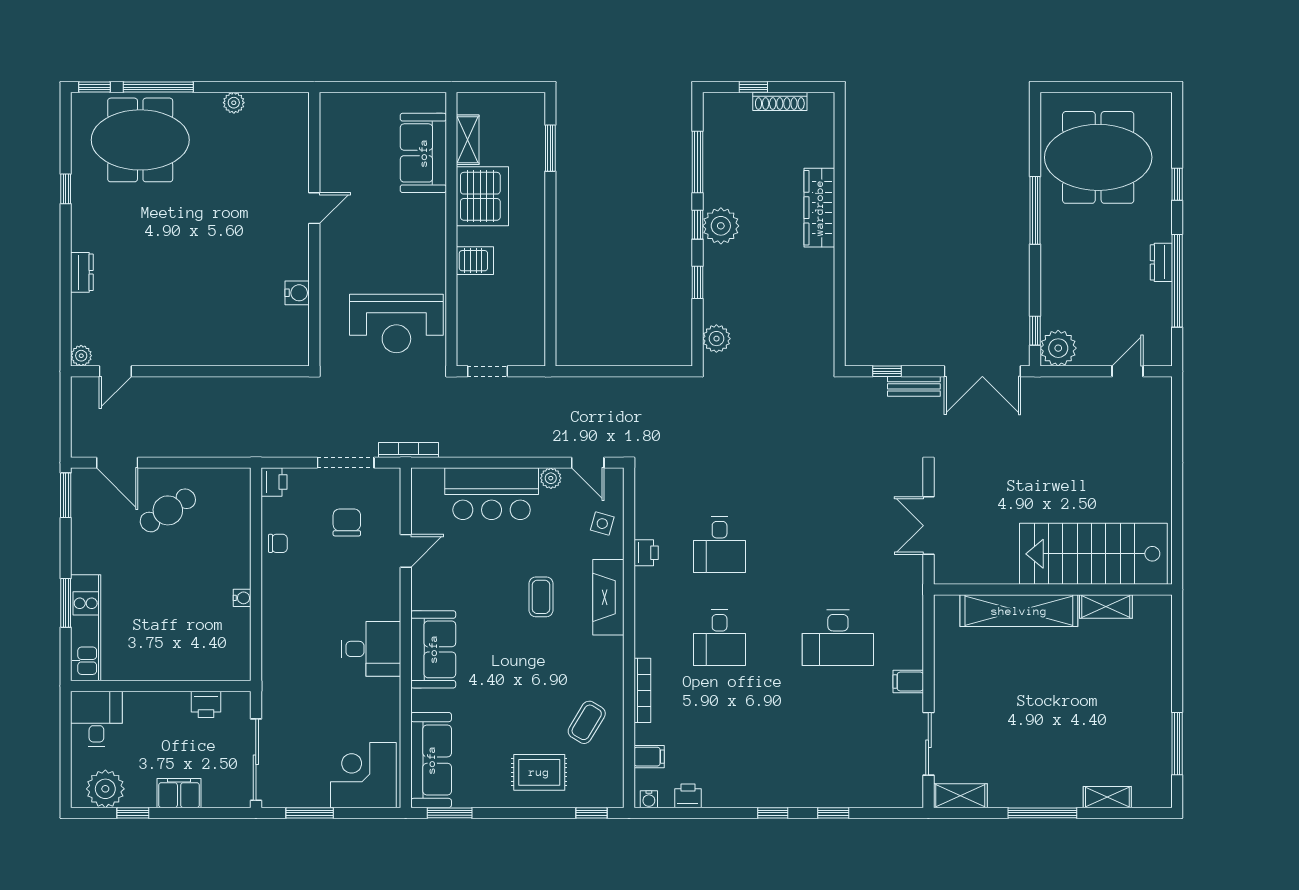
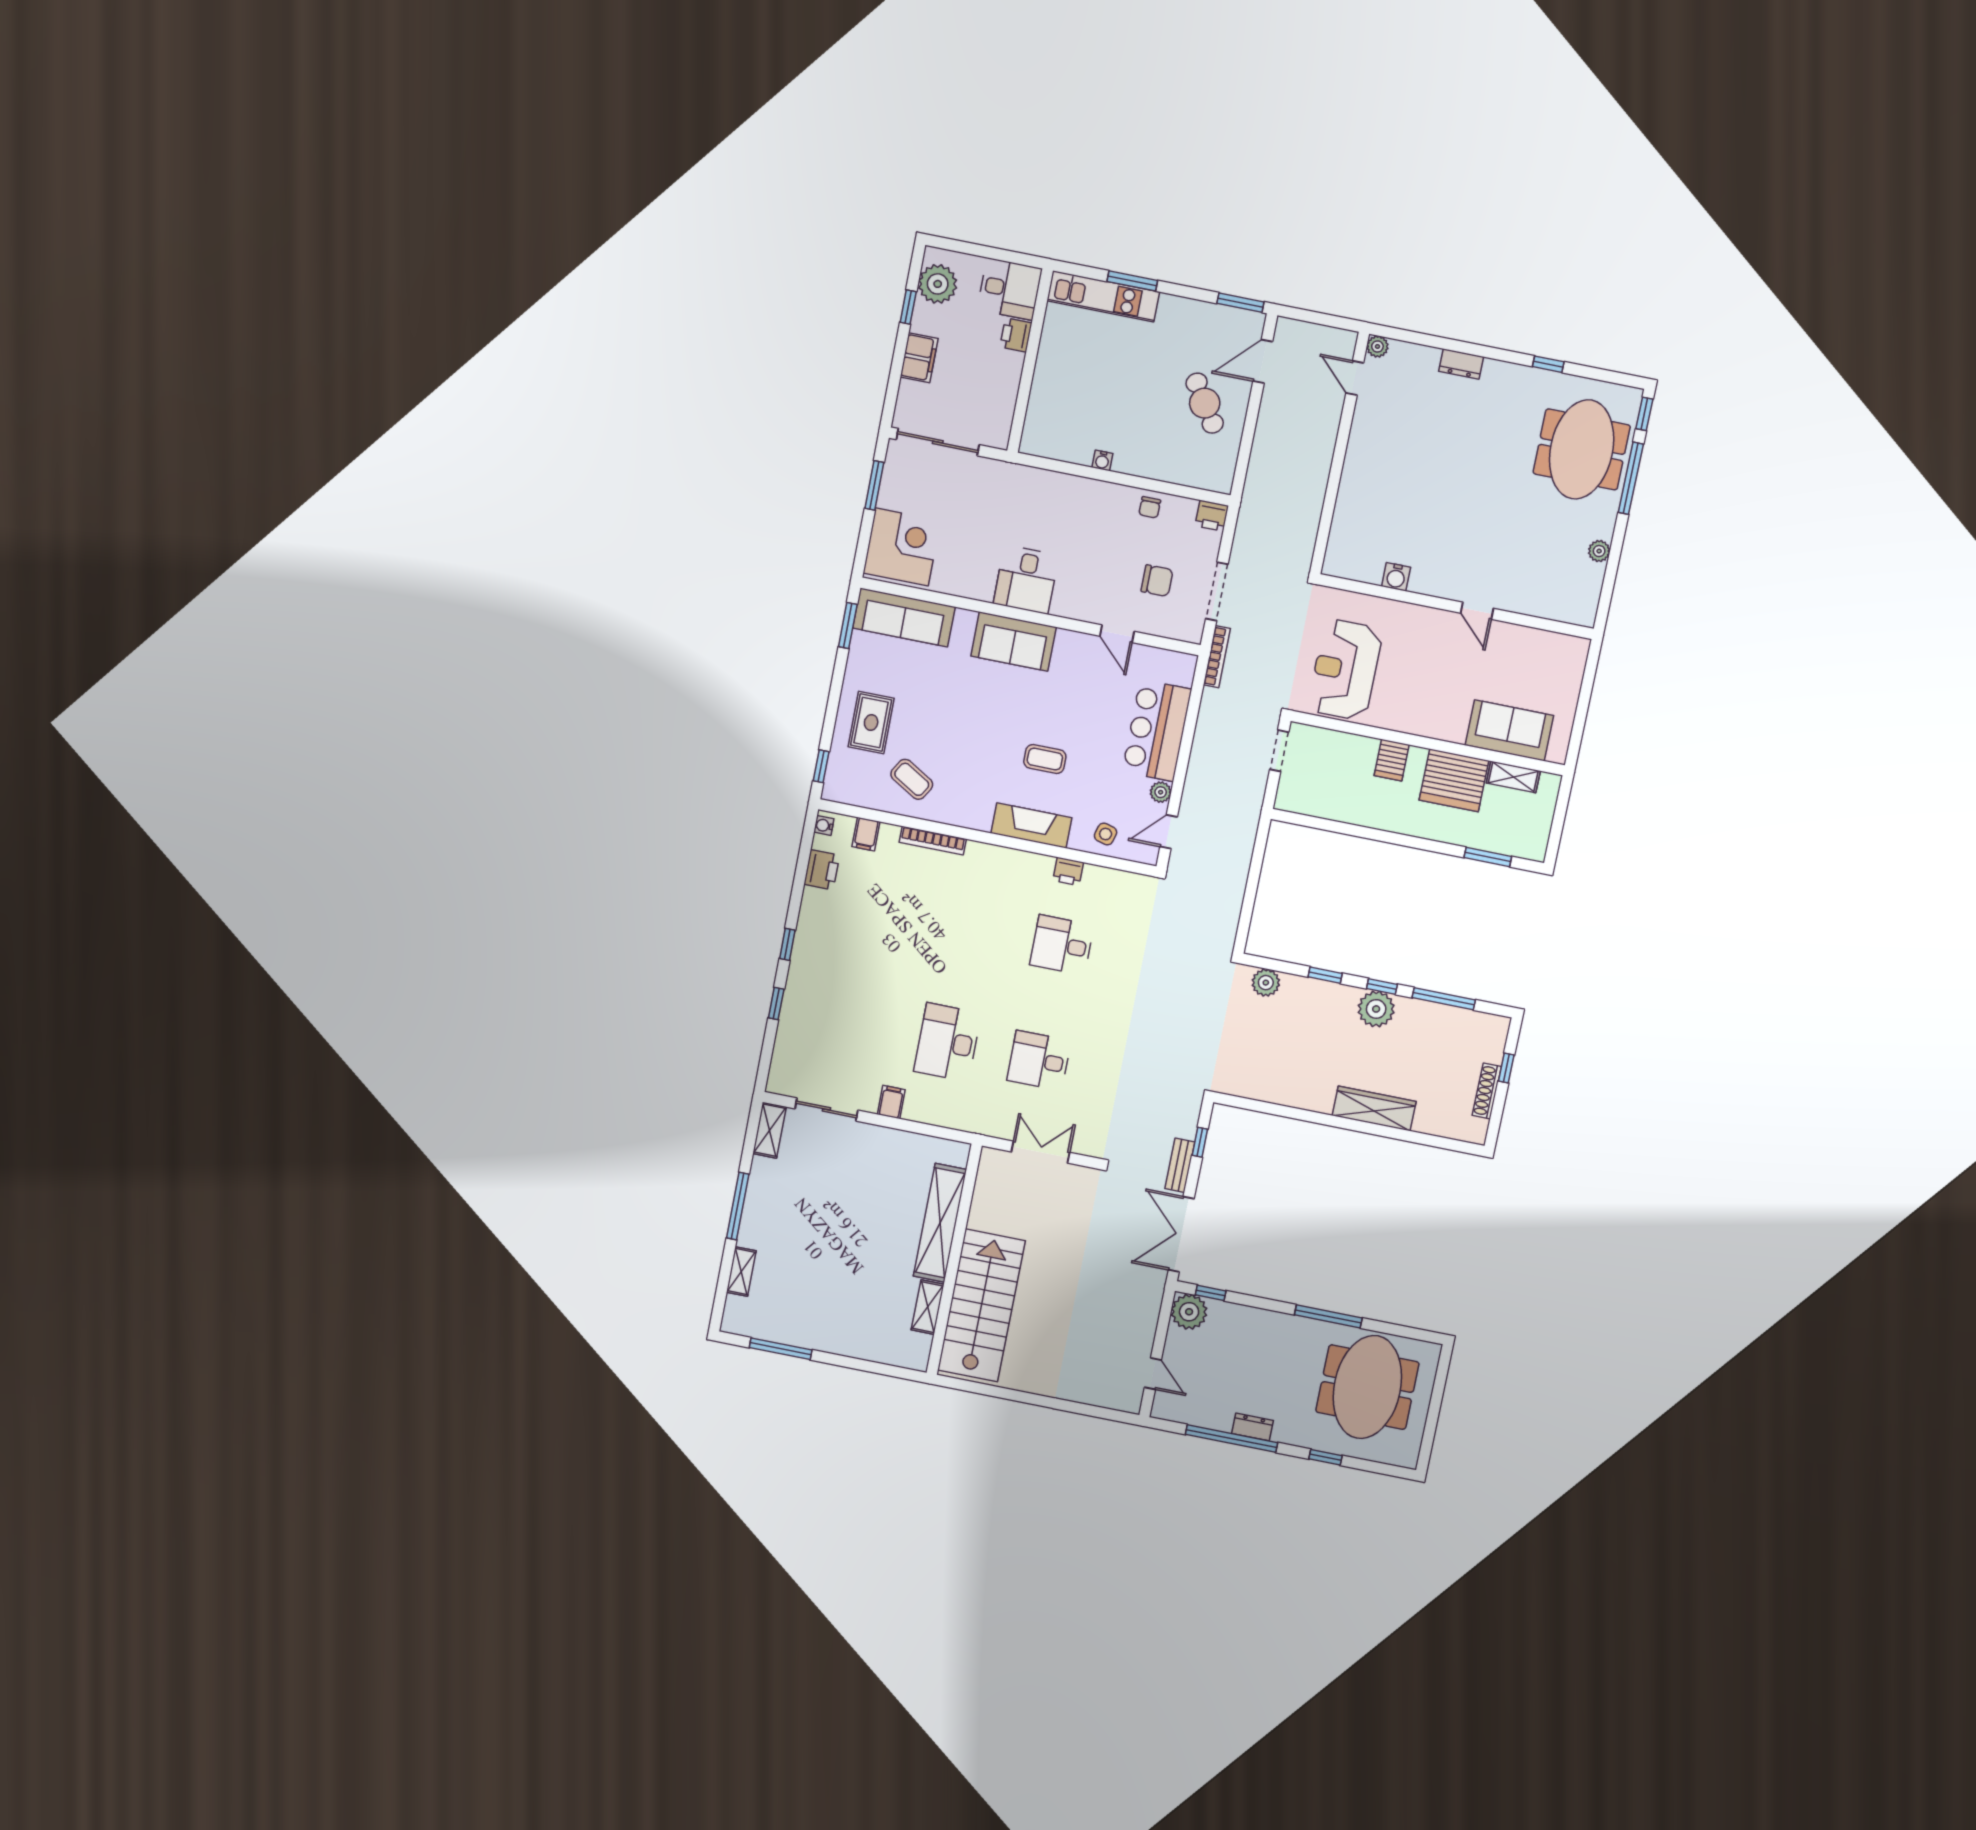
desk: (720, 638) -> (1039, 1061), moved
printer: (206, 704) -> (1016, 335), moved
printer: (688, 796) -> (822, 870), width x1.36, depth x1.24

